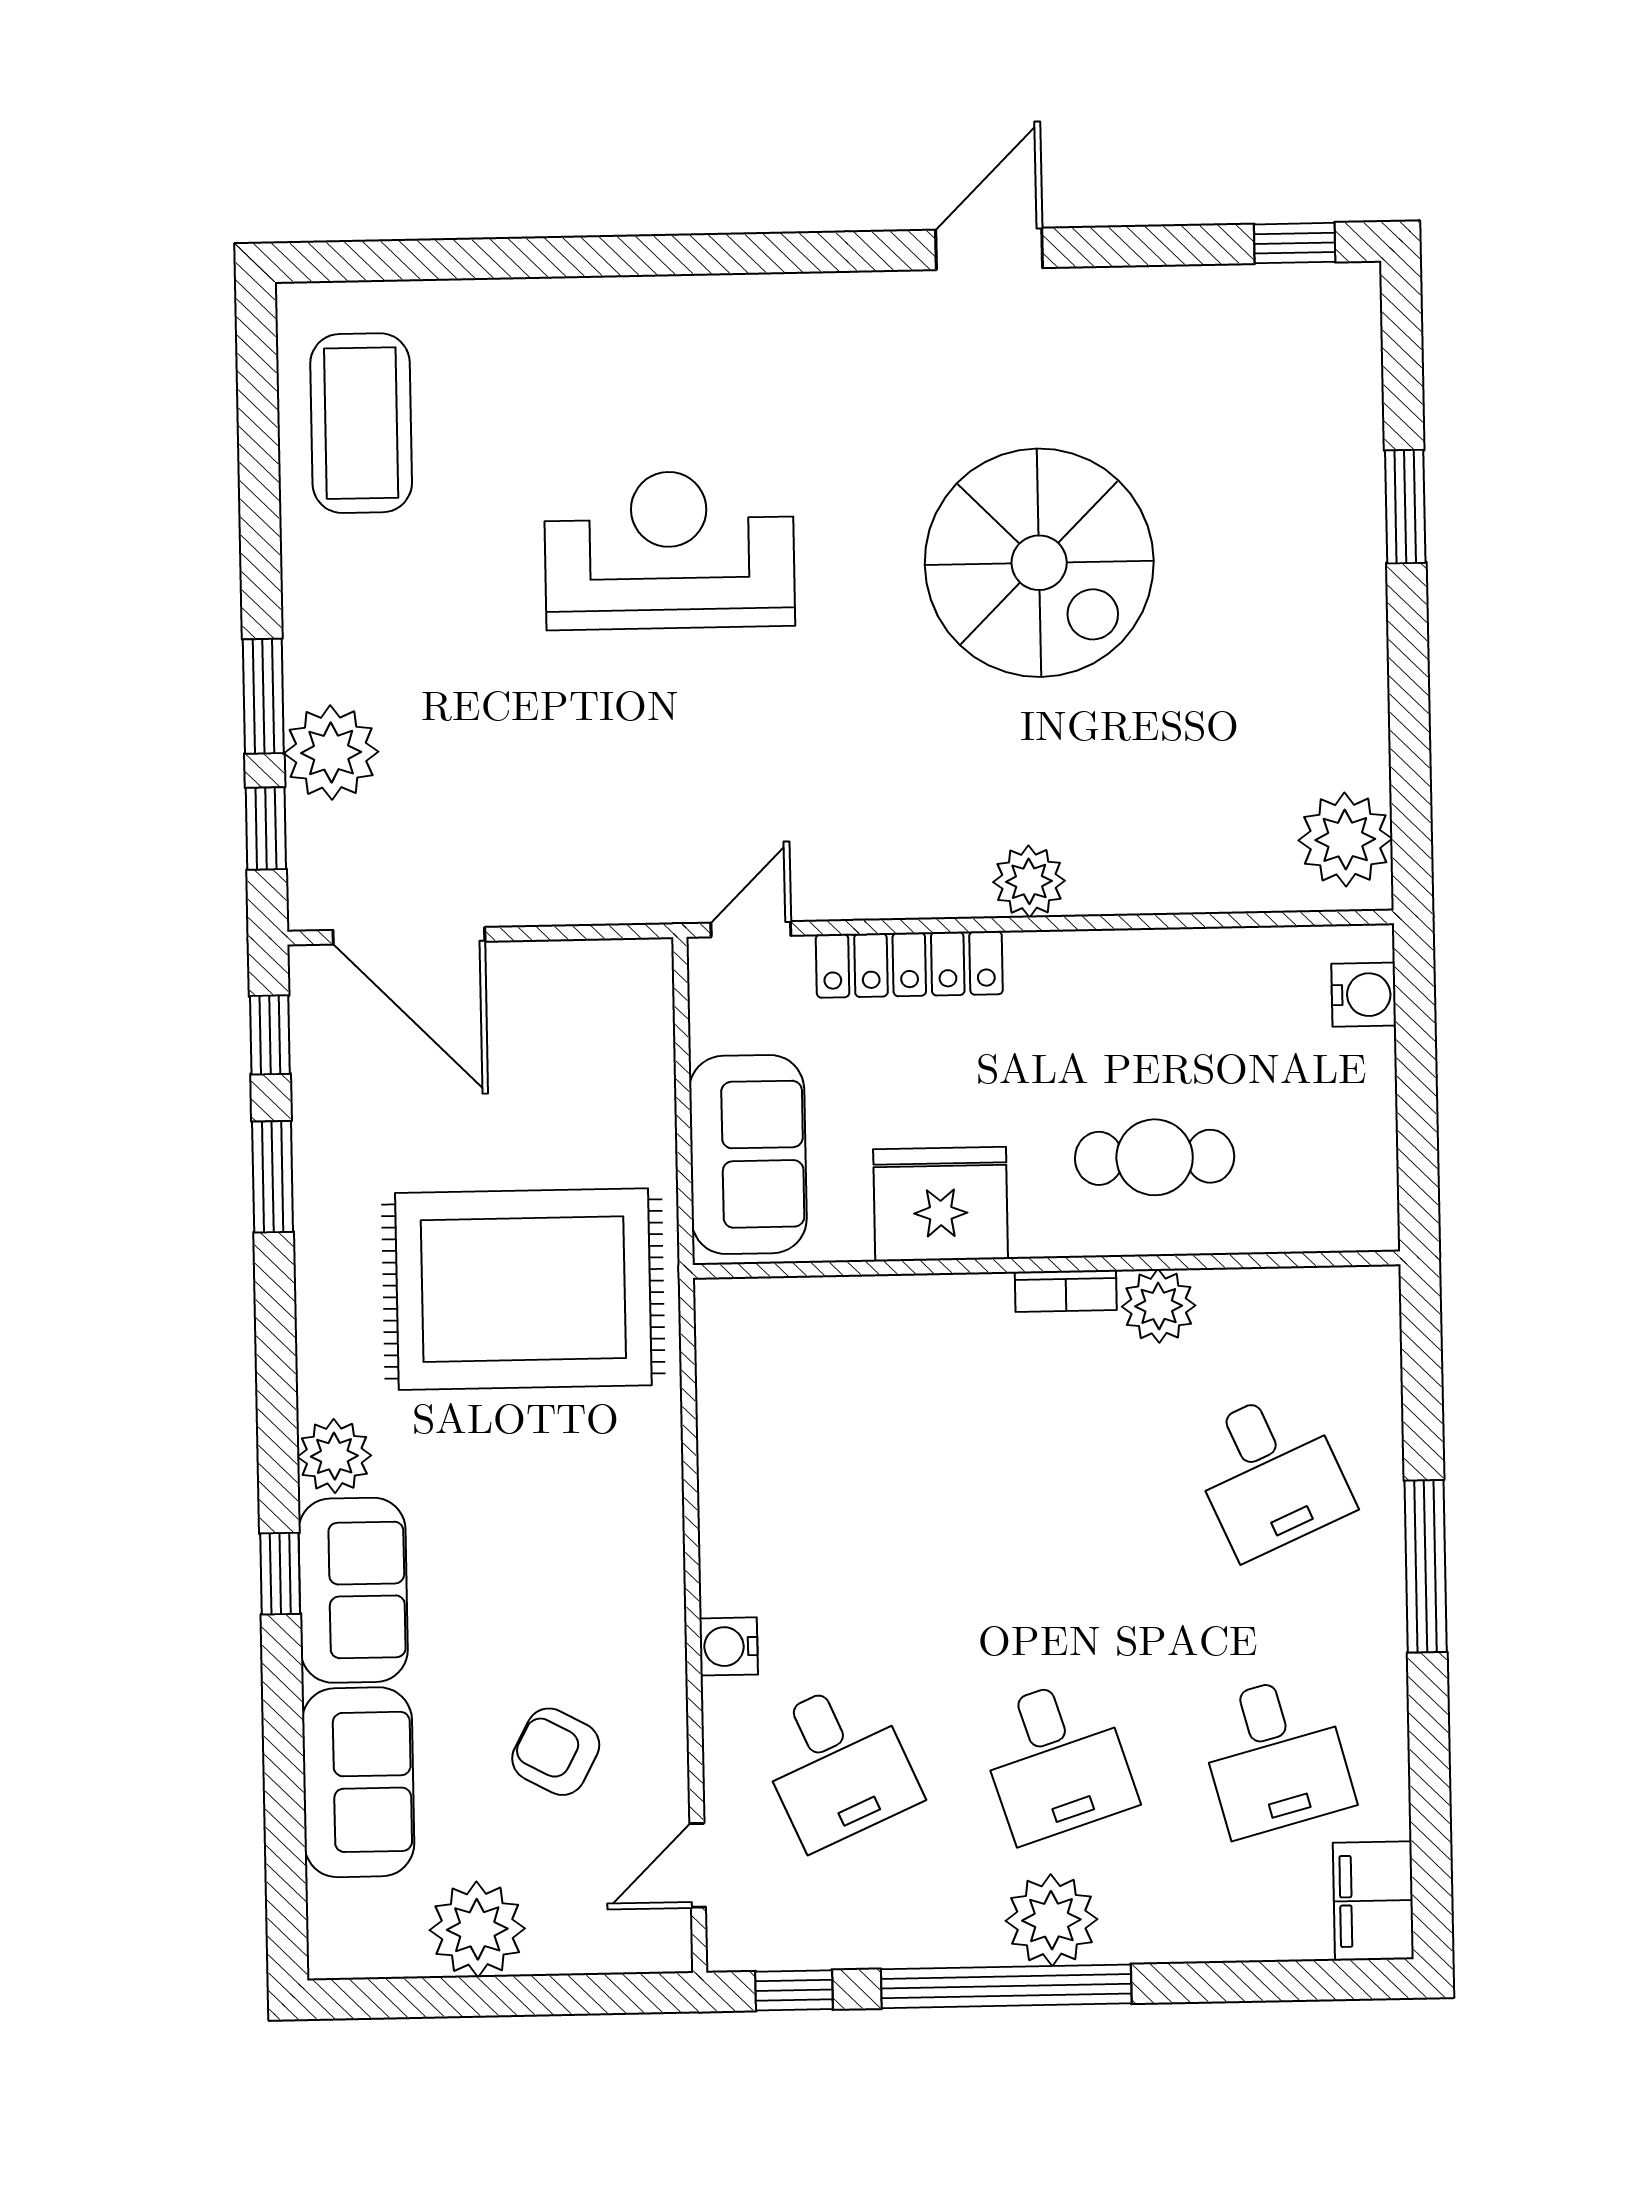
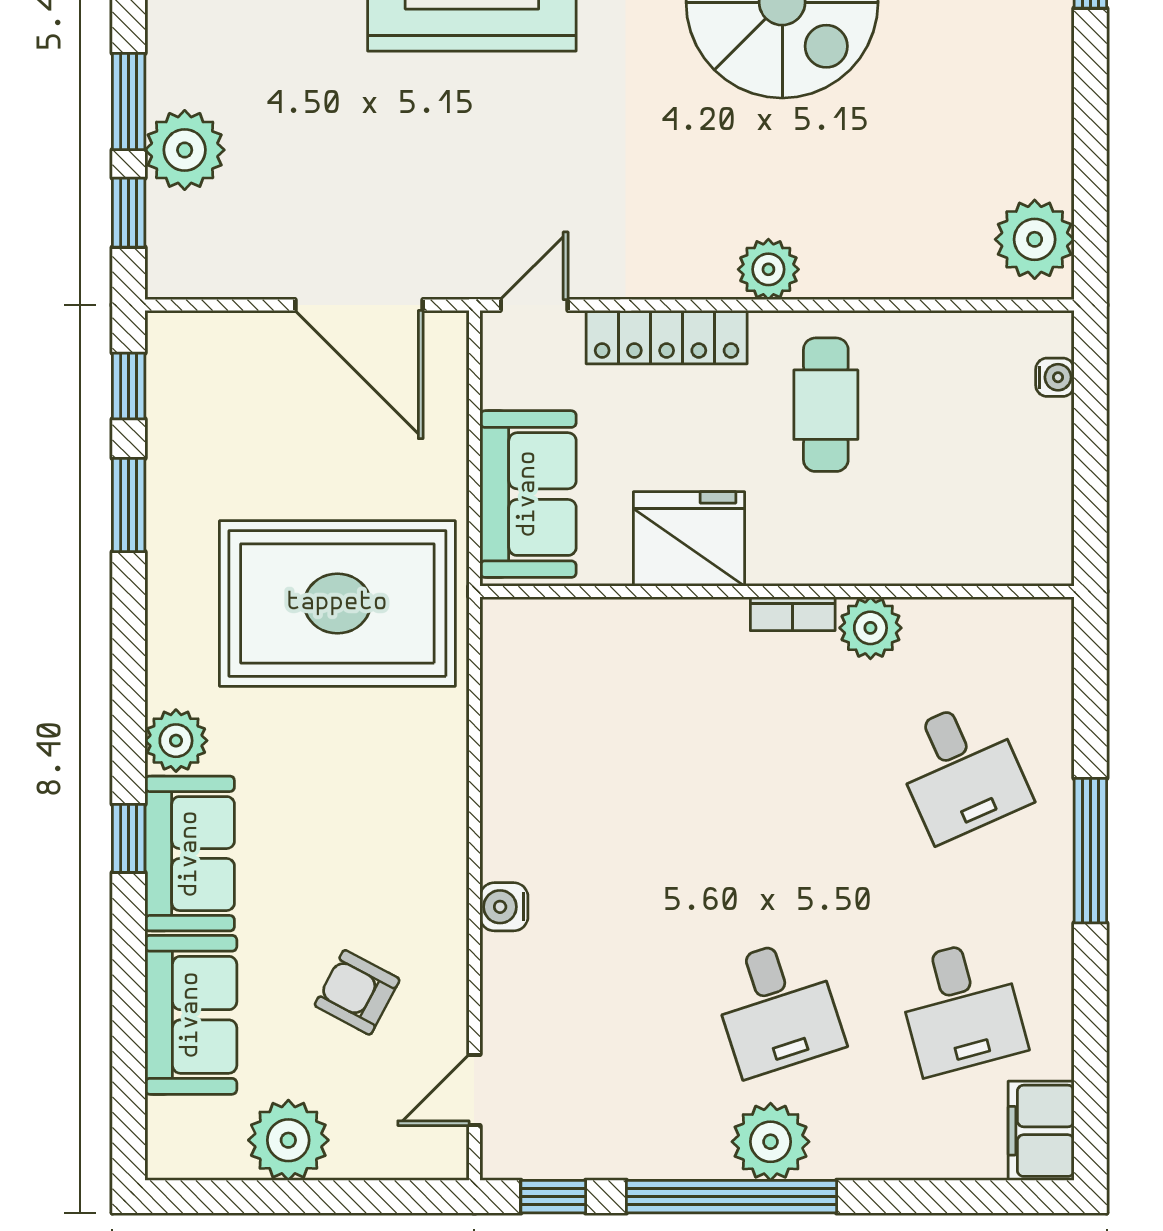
door: (409, 936) -> (359, 305), moved
water cooler: (1364, 995) -> (1055, 377), width x0.72, depth x0.72
cafe table: (1155, 1157) -> (826, 405), moved, turned 90
desk: (837, 1764) -> (593, 1007), removed

